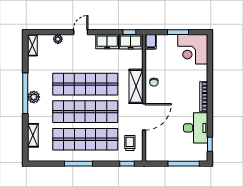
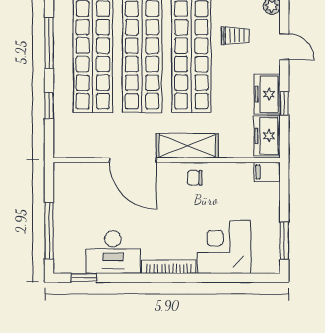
window: (129, 32) -> (284, 103), moved
window: (178, 32) -> (284, 241), moved
corner desk: (193, 49) -> (224, 247), moved
trolley: (130, 143) -> (235, 36), moved
window: (127, 164) -> (49, 106), moved

